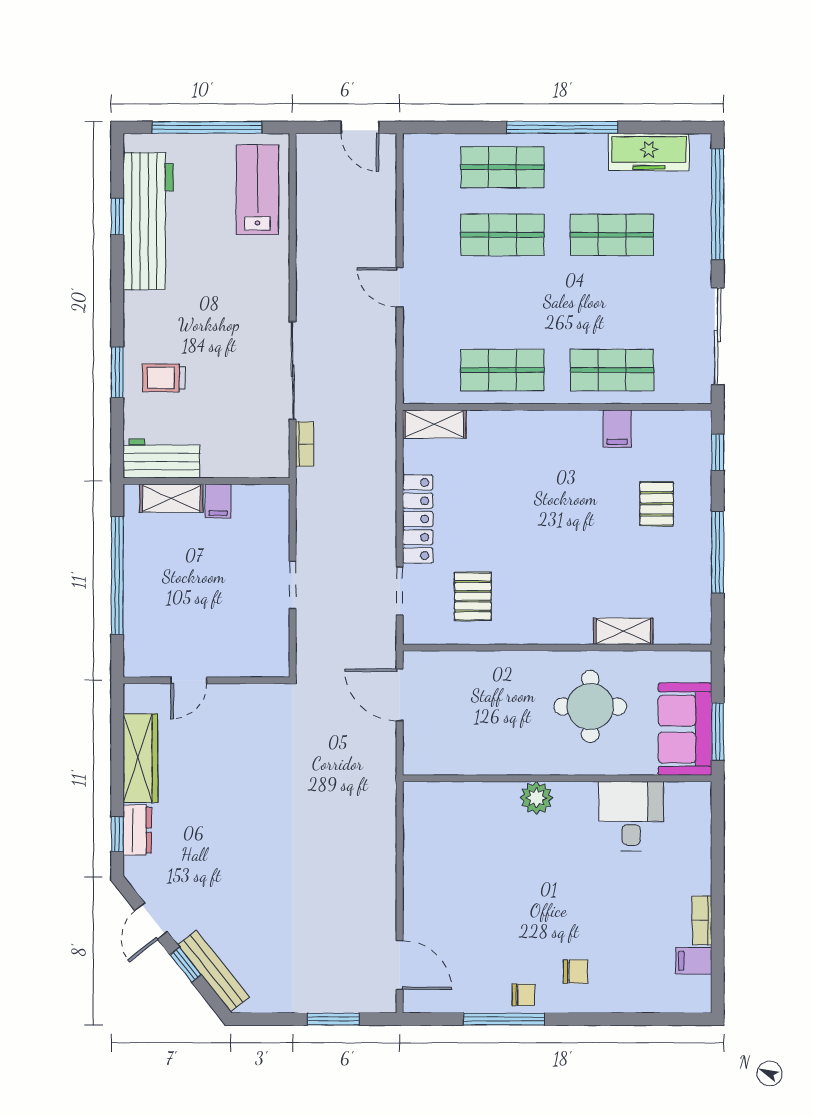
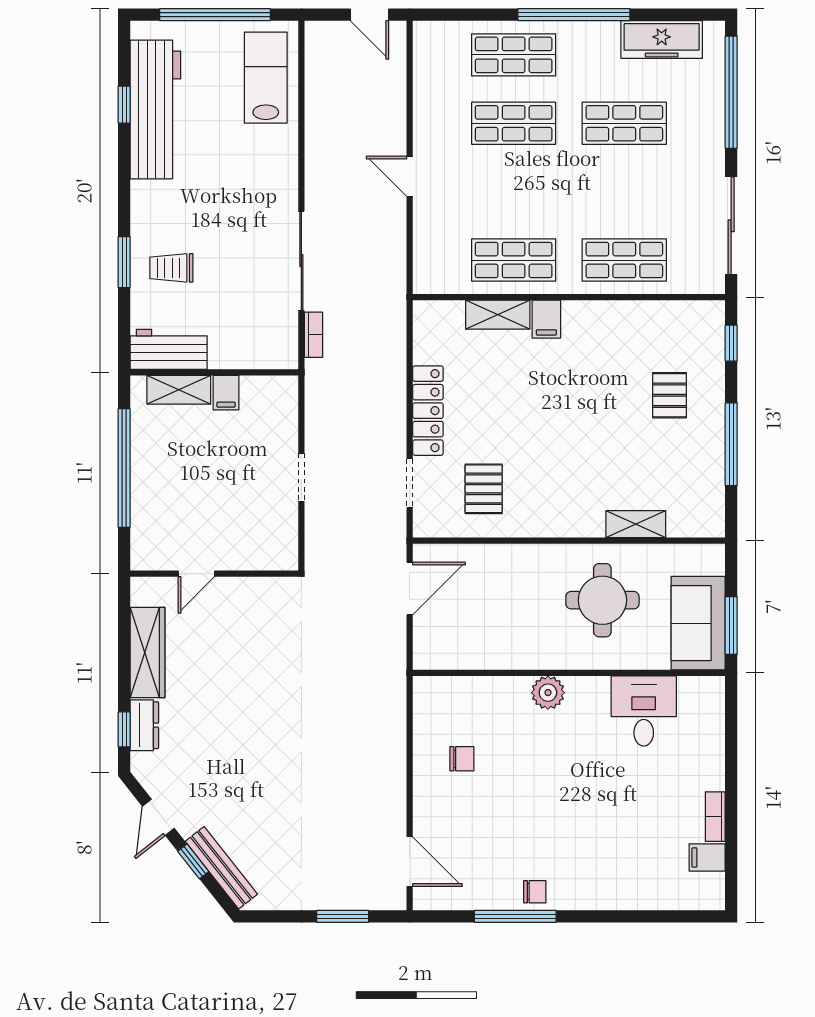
shelving: (434, 424) -> (498, 315), moved
filing cabinet: (617, 429) -> (546, 319), moved
door: (400, 695) -> (410, 589), swing flipped
chair: (576, 971) -> (462, 759), moved

